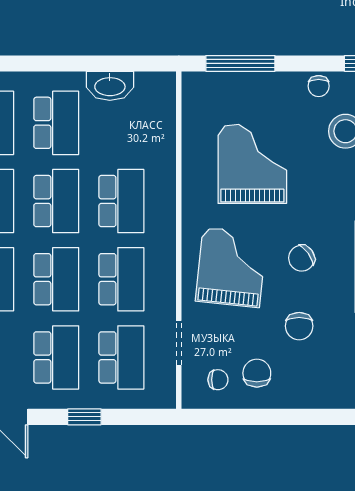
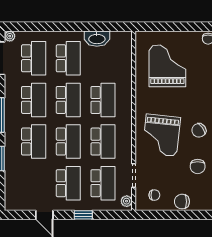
window: (240, 63) -> (166, 27), removed
grand piano: (252, 164) -> (167, 66), moved
grand piano: (231, 267) -> (161, 135), turned 180
chair: (257, 373) -> (182, 202), moved, turned -90
plant: (166, 391) -> (127, 201), added

